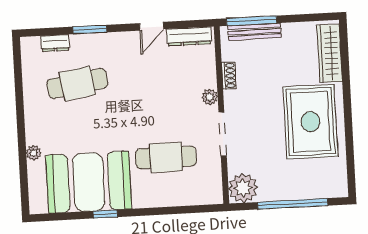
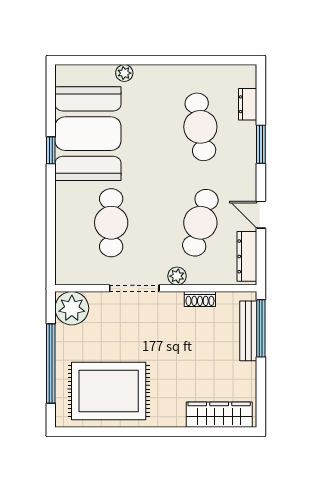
cafe table: (162, 79) -> (200, 223), added
rug: (310, 122) -> (109, 391), moved

